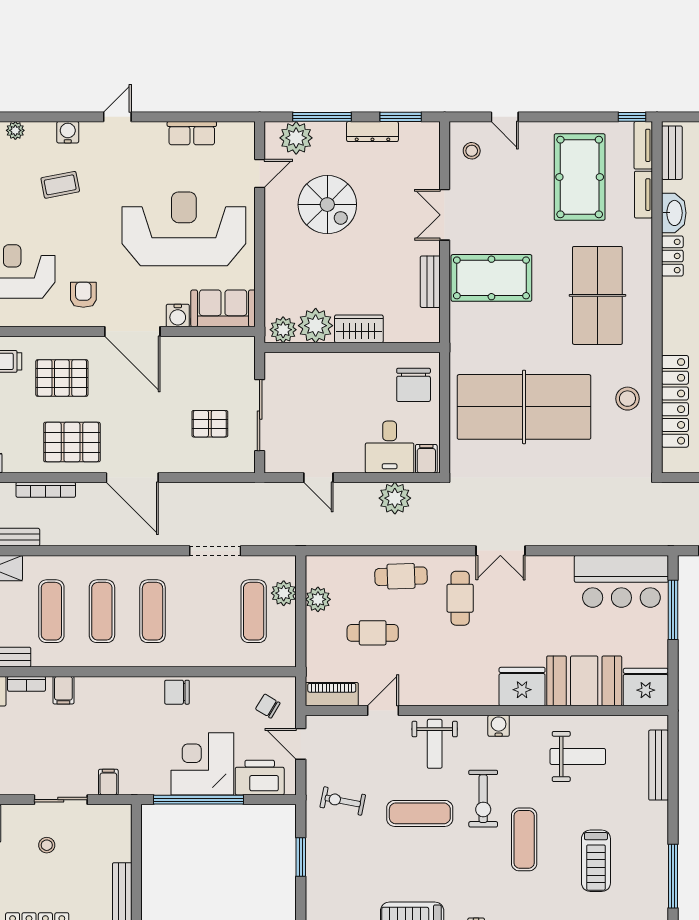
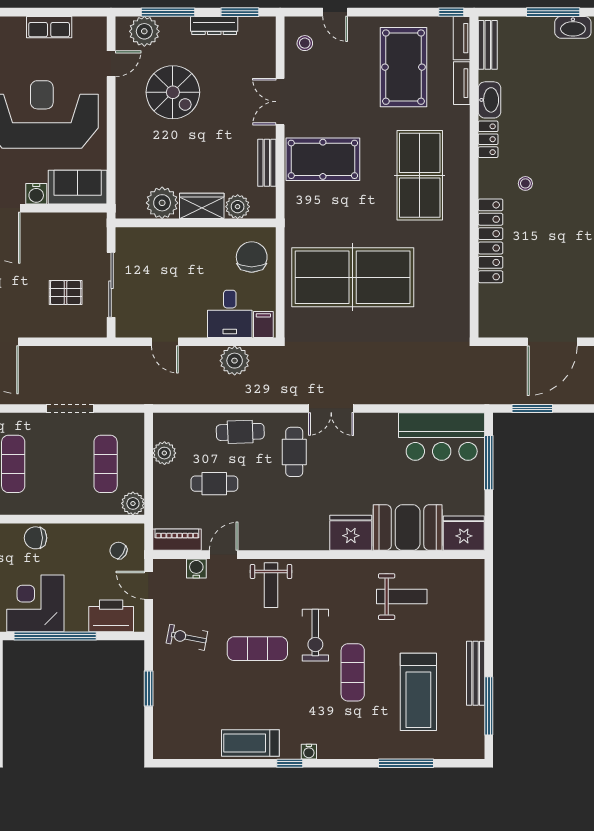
plant: (283, 330) -> (238, 207), moved
chair: (414, 385) -> (252, 257), turned 180
stool: (627, 399) -> (447, 270), removed
locker: (675, 401) -> (491, 241), moved
plant: (284, 593) -> (133, 503), moved
water cooler: (499, 726) -> (196, 569), moved
corner desk: (202, 764) -> (35, 603), moved
bench: (659, 765) -> (476, 673), moved
treadmill: (596, 861) -> (418, 692), width x1.37, depth x1.38

